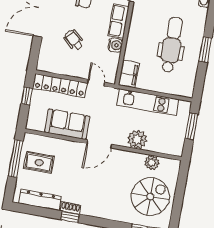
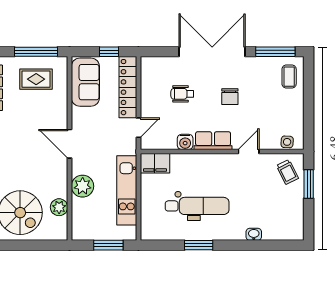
wheelchair: (74, 40) -> (182, 94), turned -132
sofa: (67, 124) -> (85, 82), moved
rug: (39, 163) -> (36, 79), turned 90

